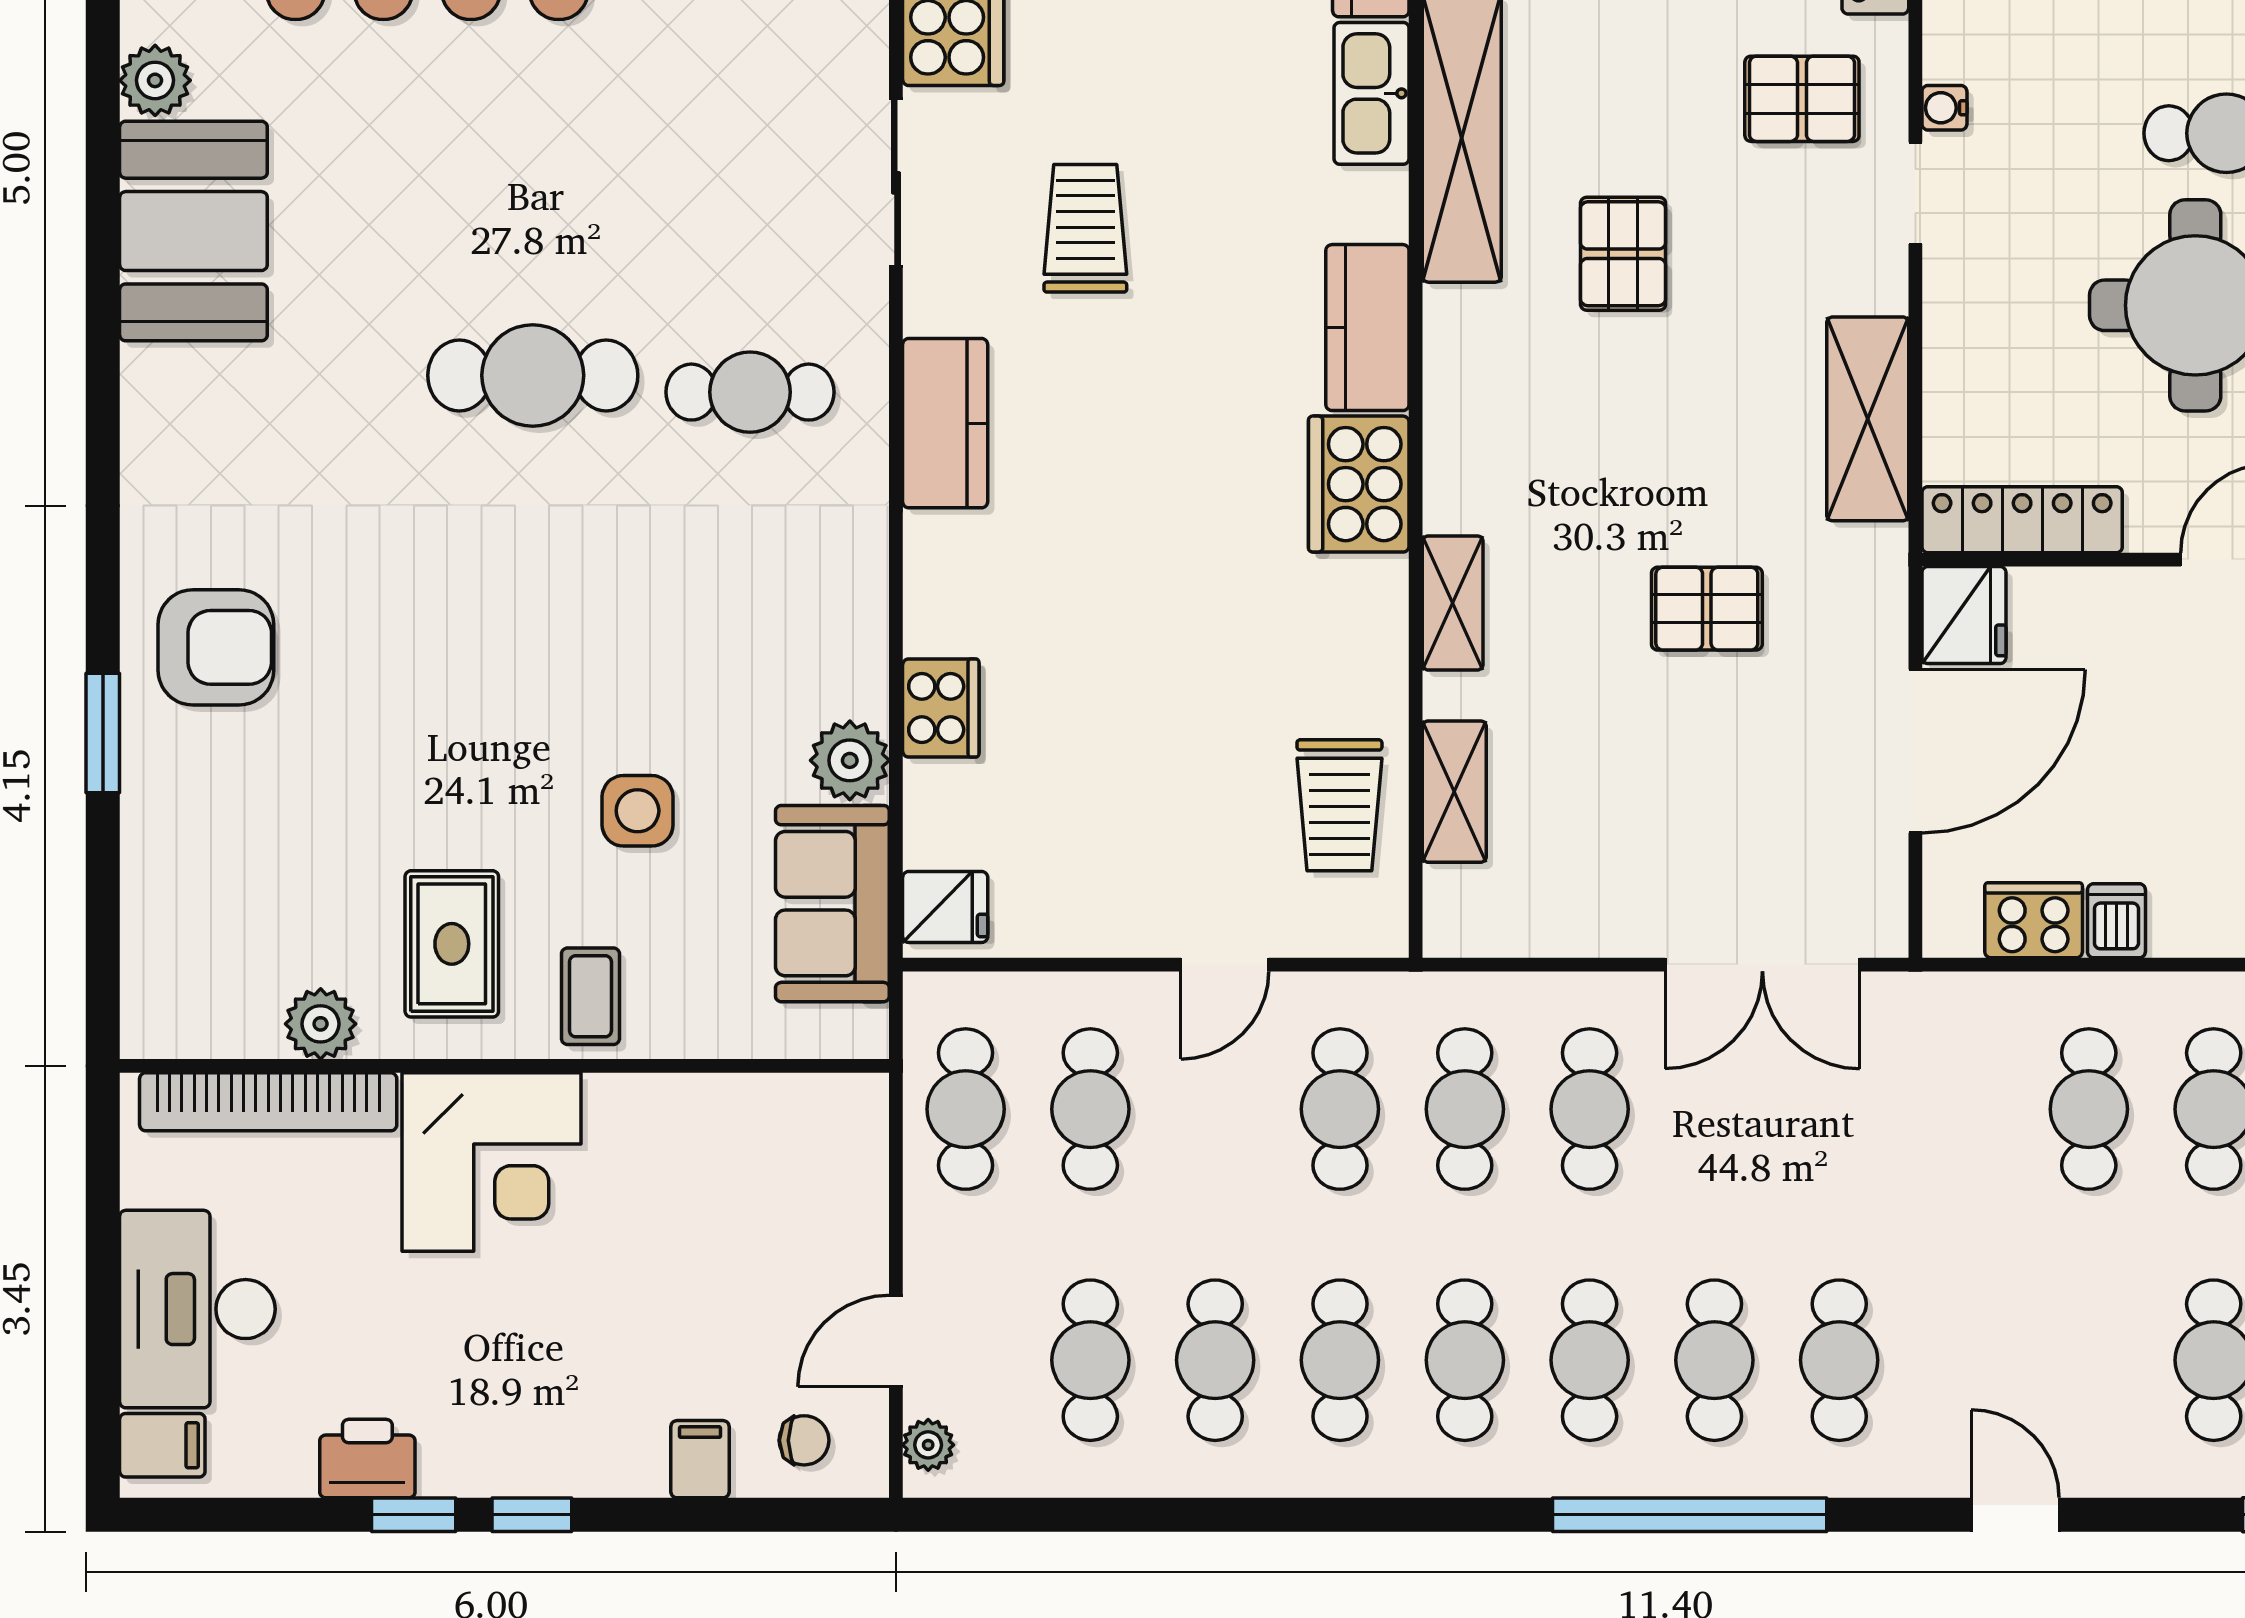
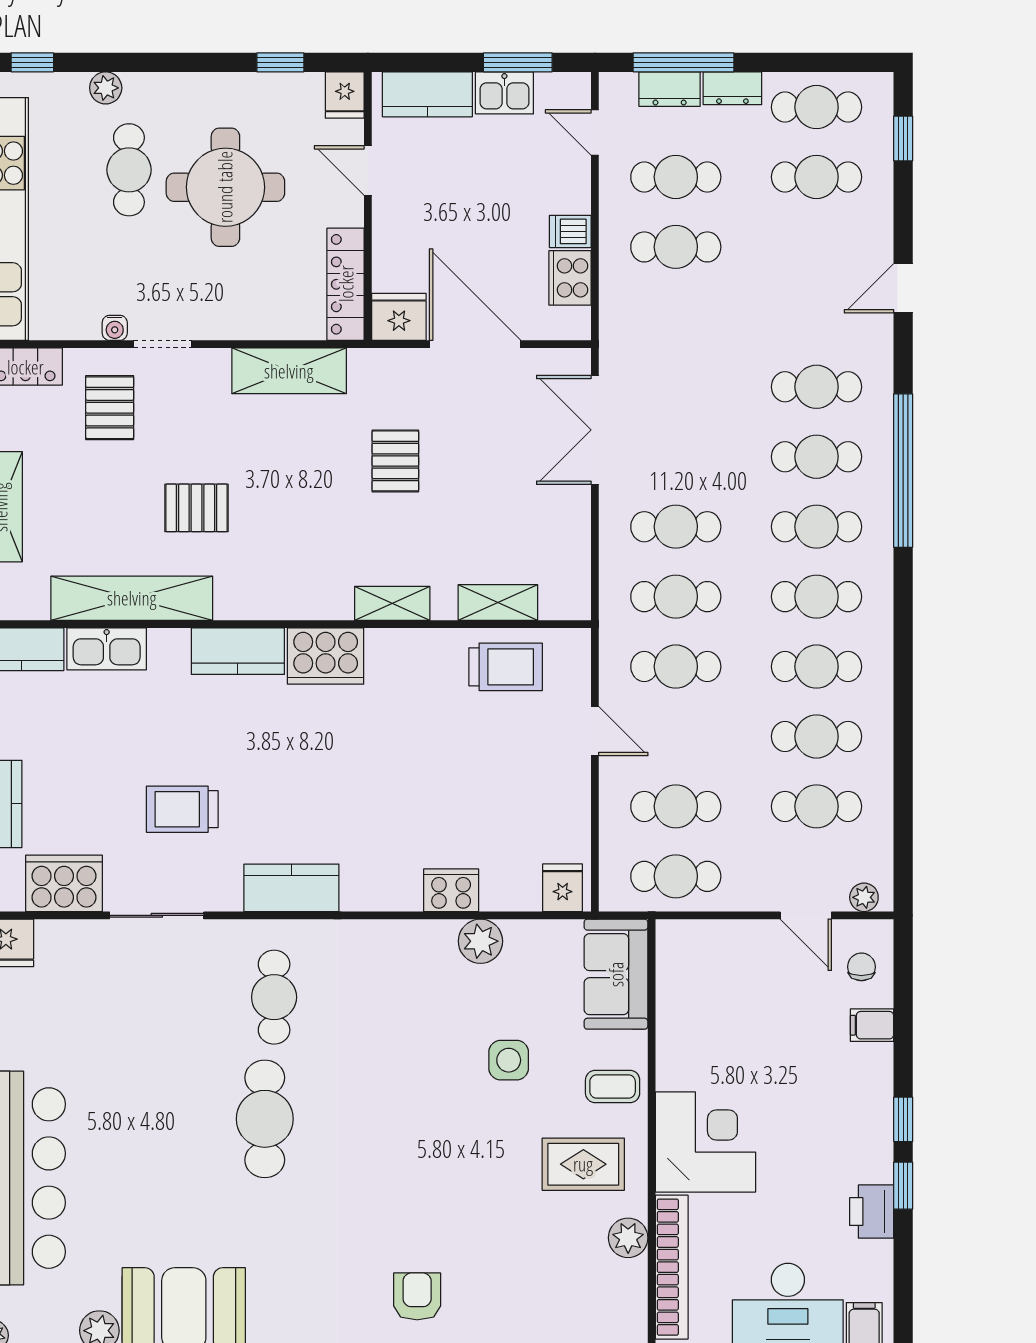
armchair: (216, 647) -> (417, 1296), width x0.72, depth x0.72
sofa: (832, 904) -> (616, 974), moved, turned 90
double door: (1762, 965) -> (595, 430), swing flipped

